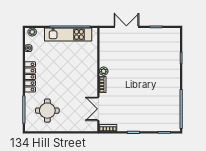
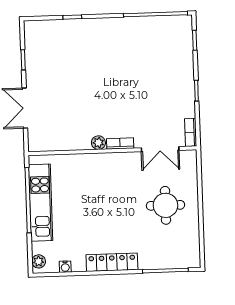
round table: (47, 111) -> (165, 205), moved

